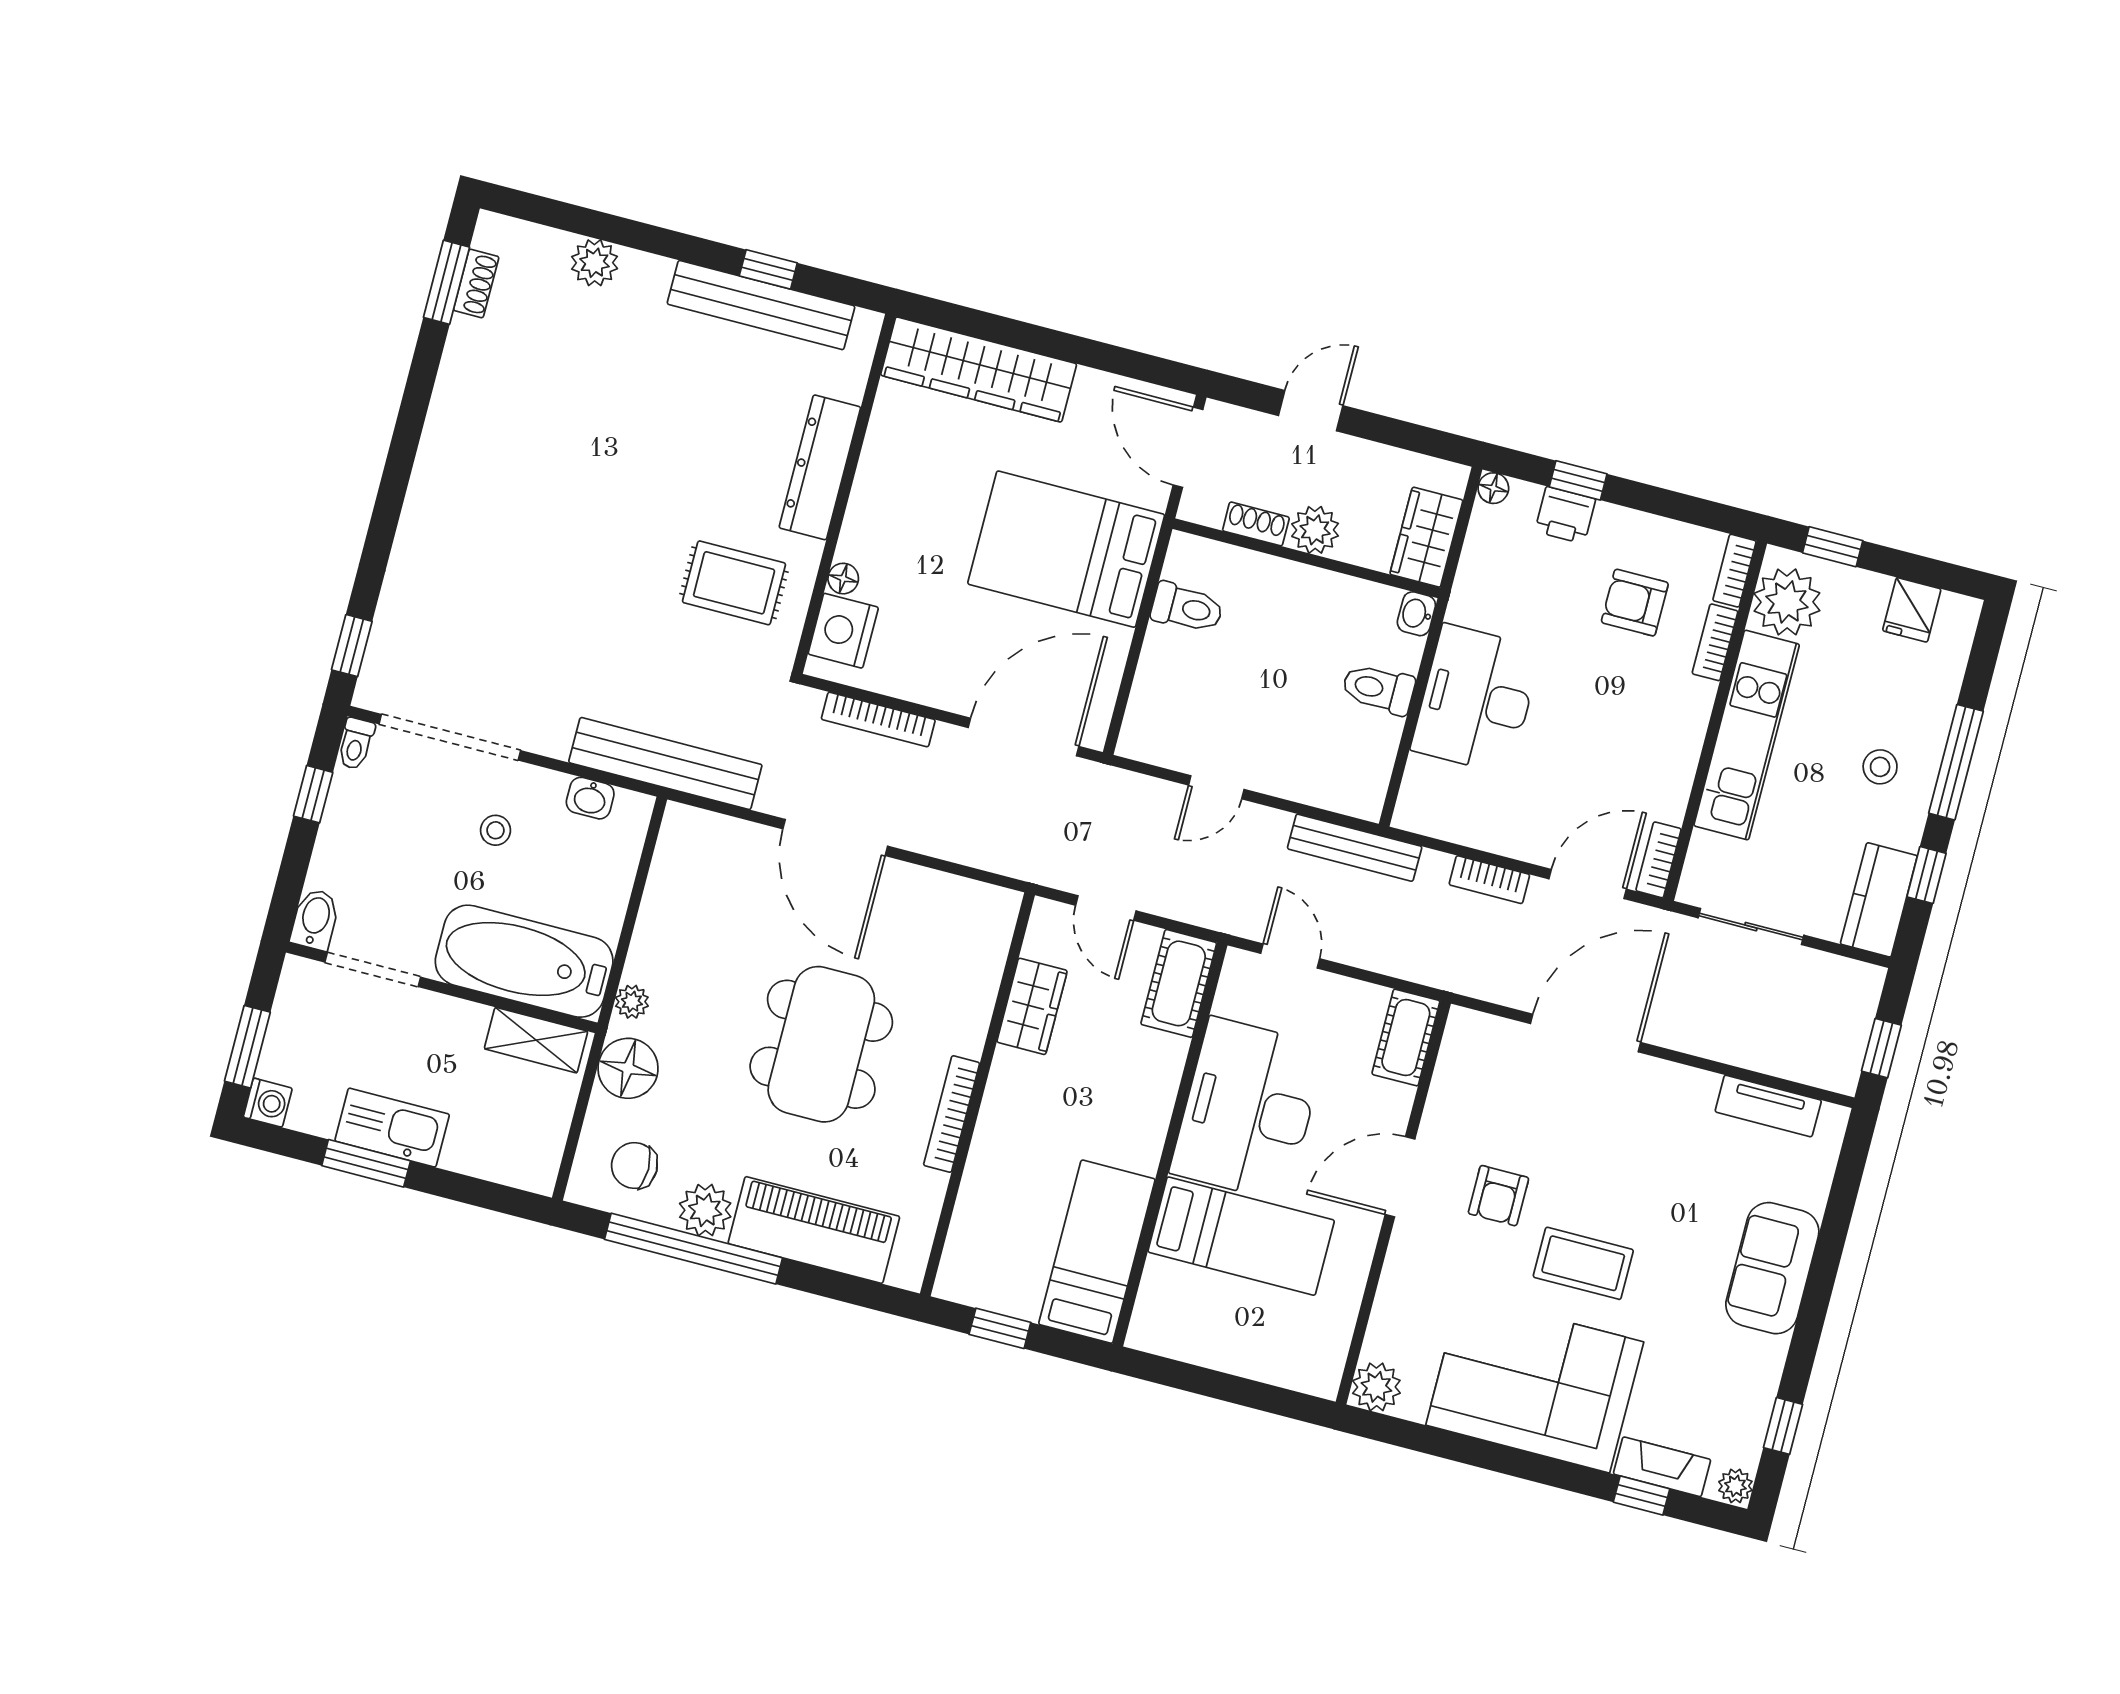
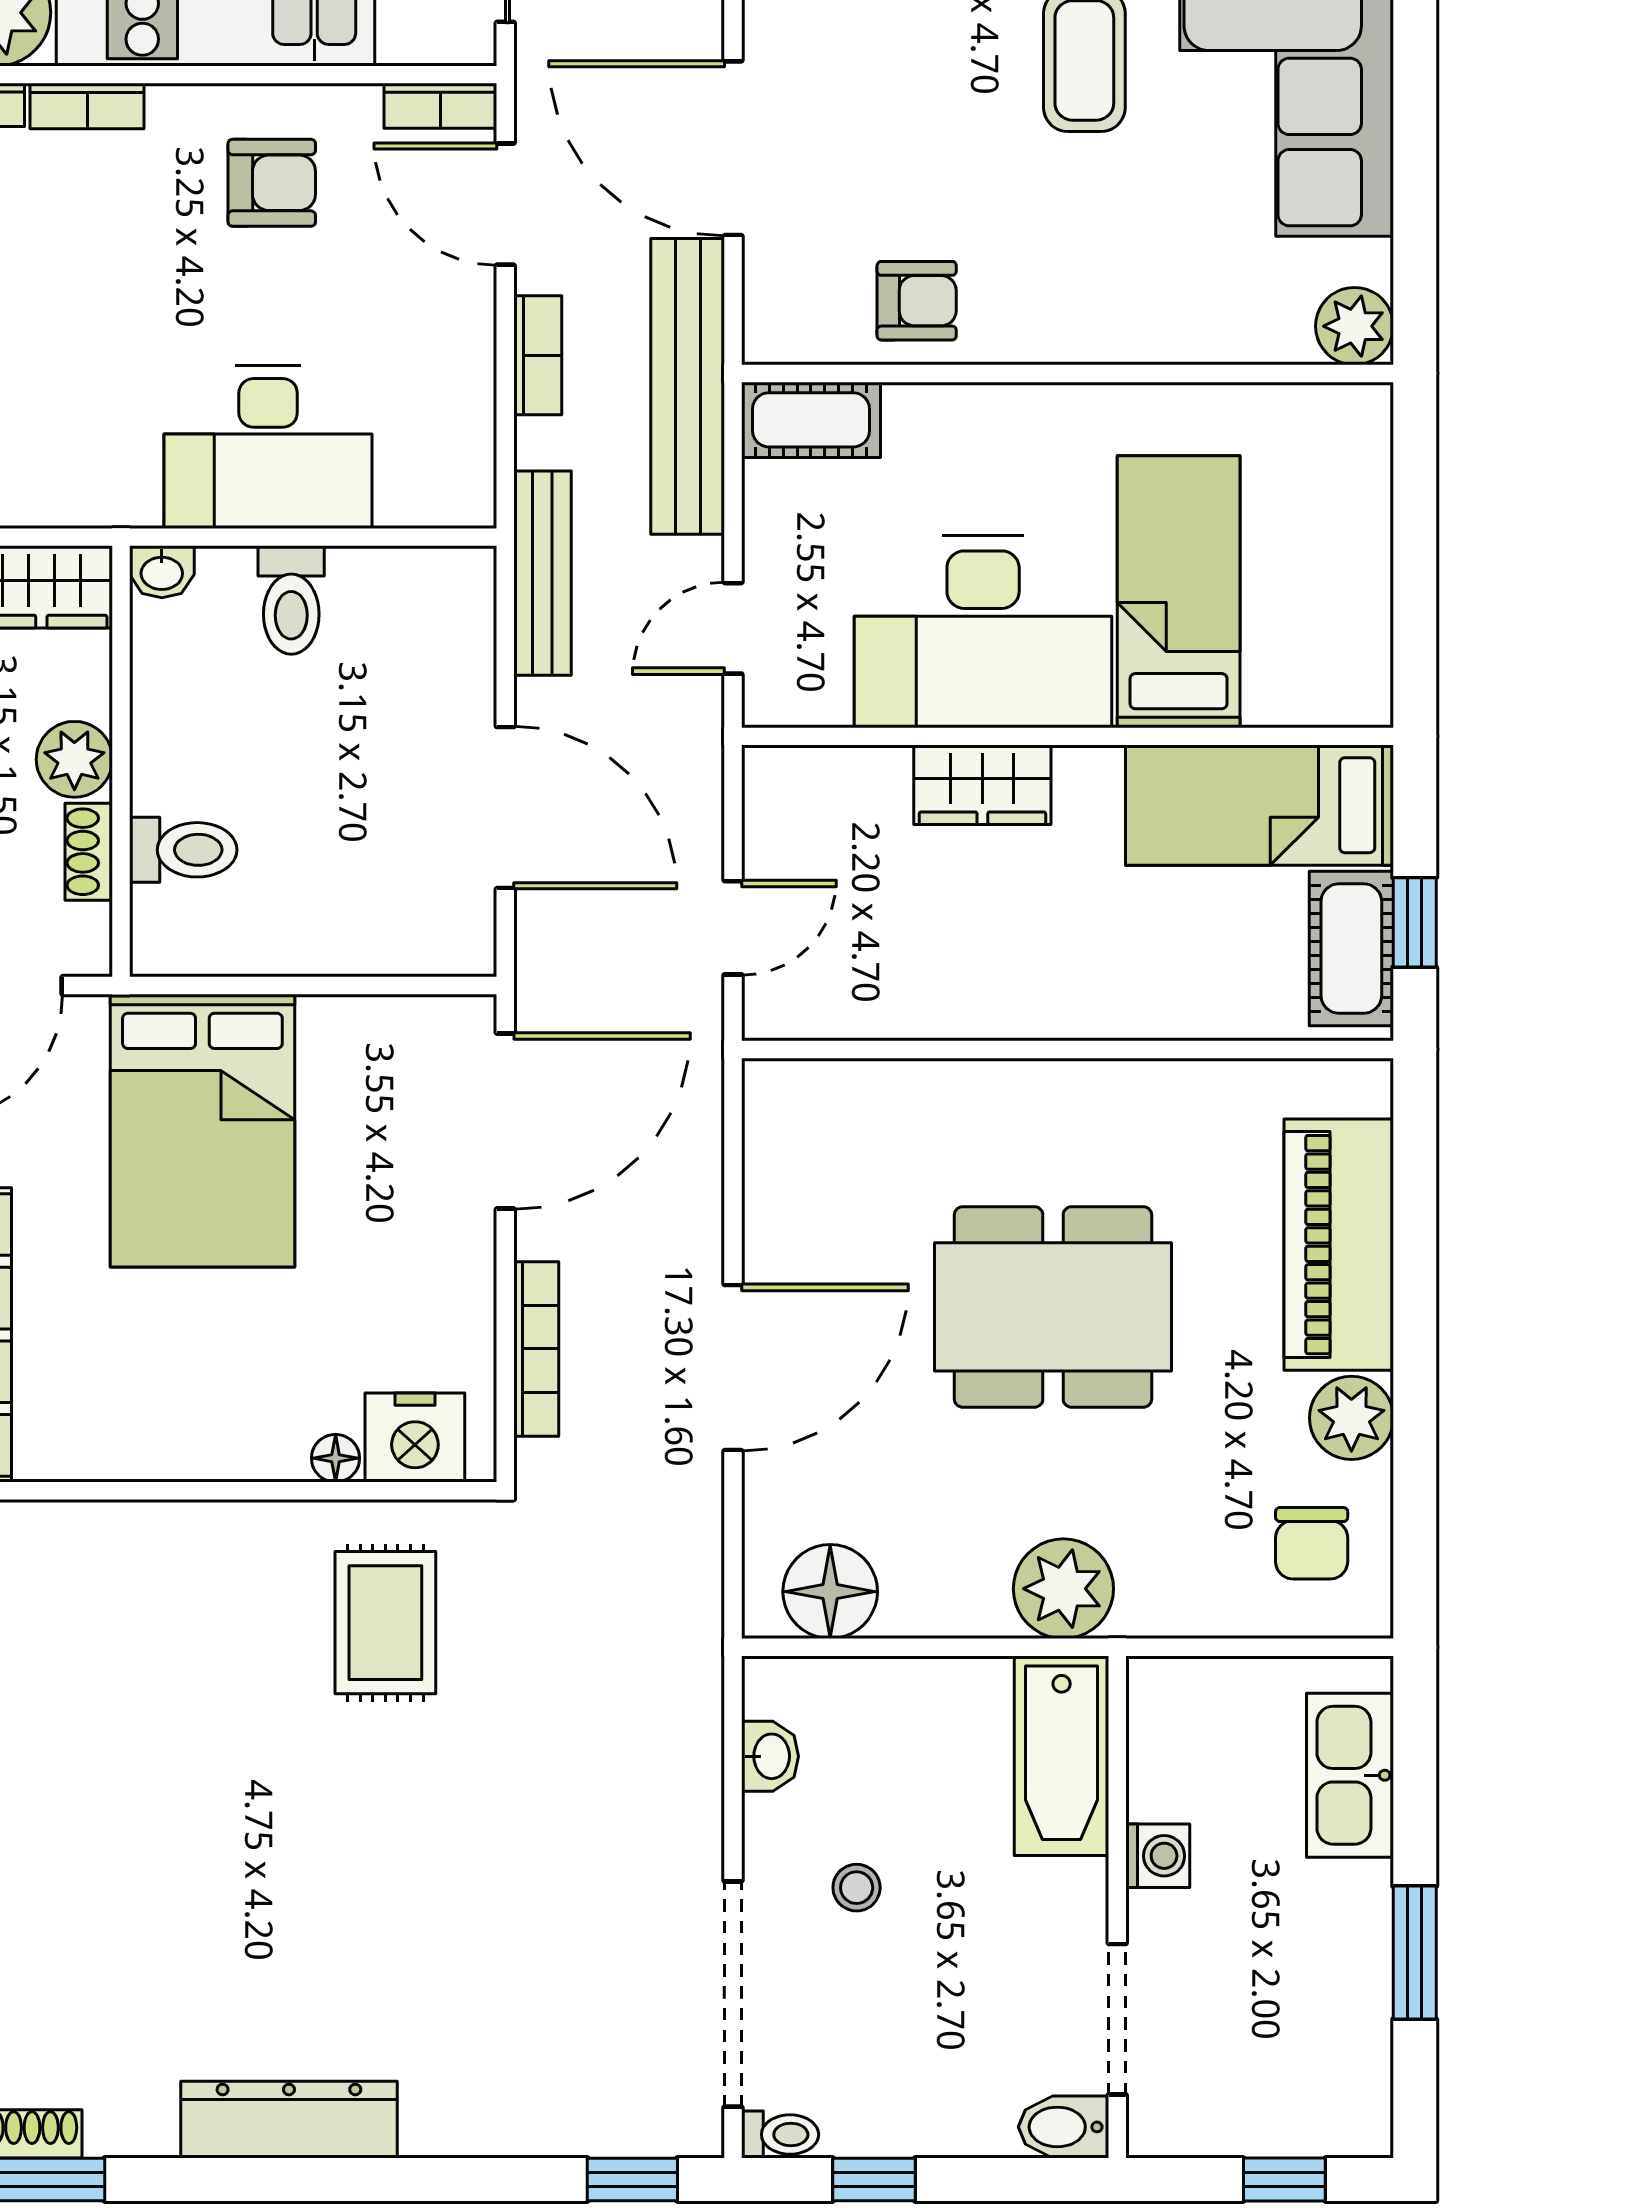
dresser: (820, 467) -> (289, 2120), moved, turned 180
armchair: (1635, 603) -> (272, 183), moved, turned -90
toilet: (1187, 608) -> (183, 850), moved, turned 90
door: (1023, 737) -> (505, 1121), swing flipped
bench: (665, 764) -> (688, 386), moved
door: (1216, 787) -> (505, 808), width x1.87
bathtub: (524, 961) -> (1062, 1756), width x0.73, depth x0.73
cot: (1179, 983) -> (1351, 948), moved, turned 90
plant: (632, 1002) -> (1063, 1589), width x1.88, depth x1.88
wardrobe: (1032, 1006) -> (982, 785), moved, turned 180
shelving: (536, 1040) -> (1160, 1743), removed
window: (247, 1047) -> (1284, 2180), width x0.67
floor lamp: (628, 1068) -> (830, 1592), moved
washing machine: (268, 1103) -> (1158, 1856), moved, turned 90
bookcase: (952, 1114) -> (1107, 1081), removed
kitchen sink: (392, 1128) -> (1350, 1775), moved
door: (1400, 1177) -> (1025, 374), removed
armchair: (1498, 1196) -> (917, 301), moved
window: (693, 1249) -> (1415, 1420), removed

